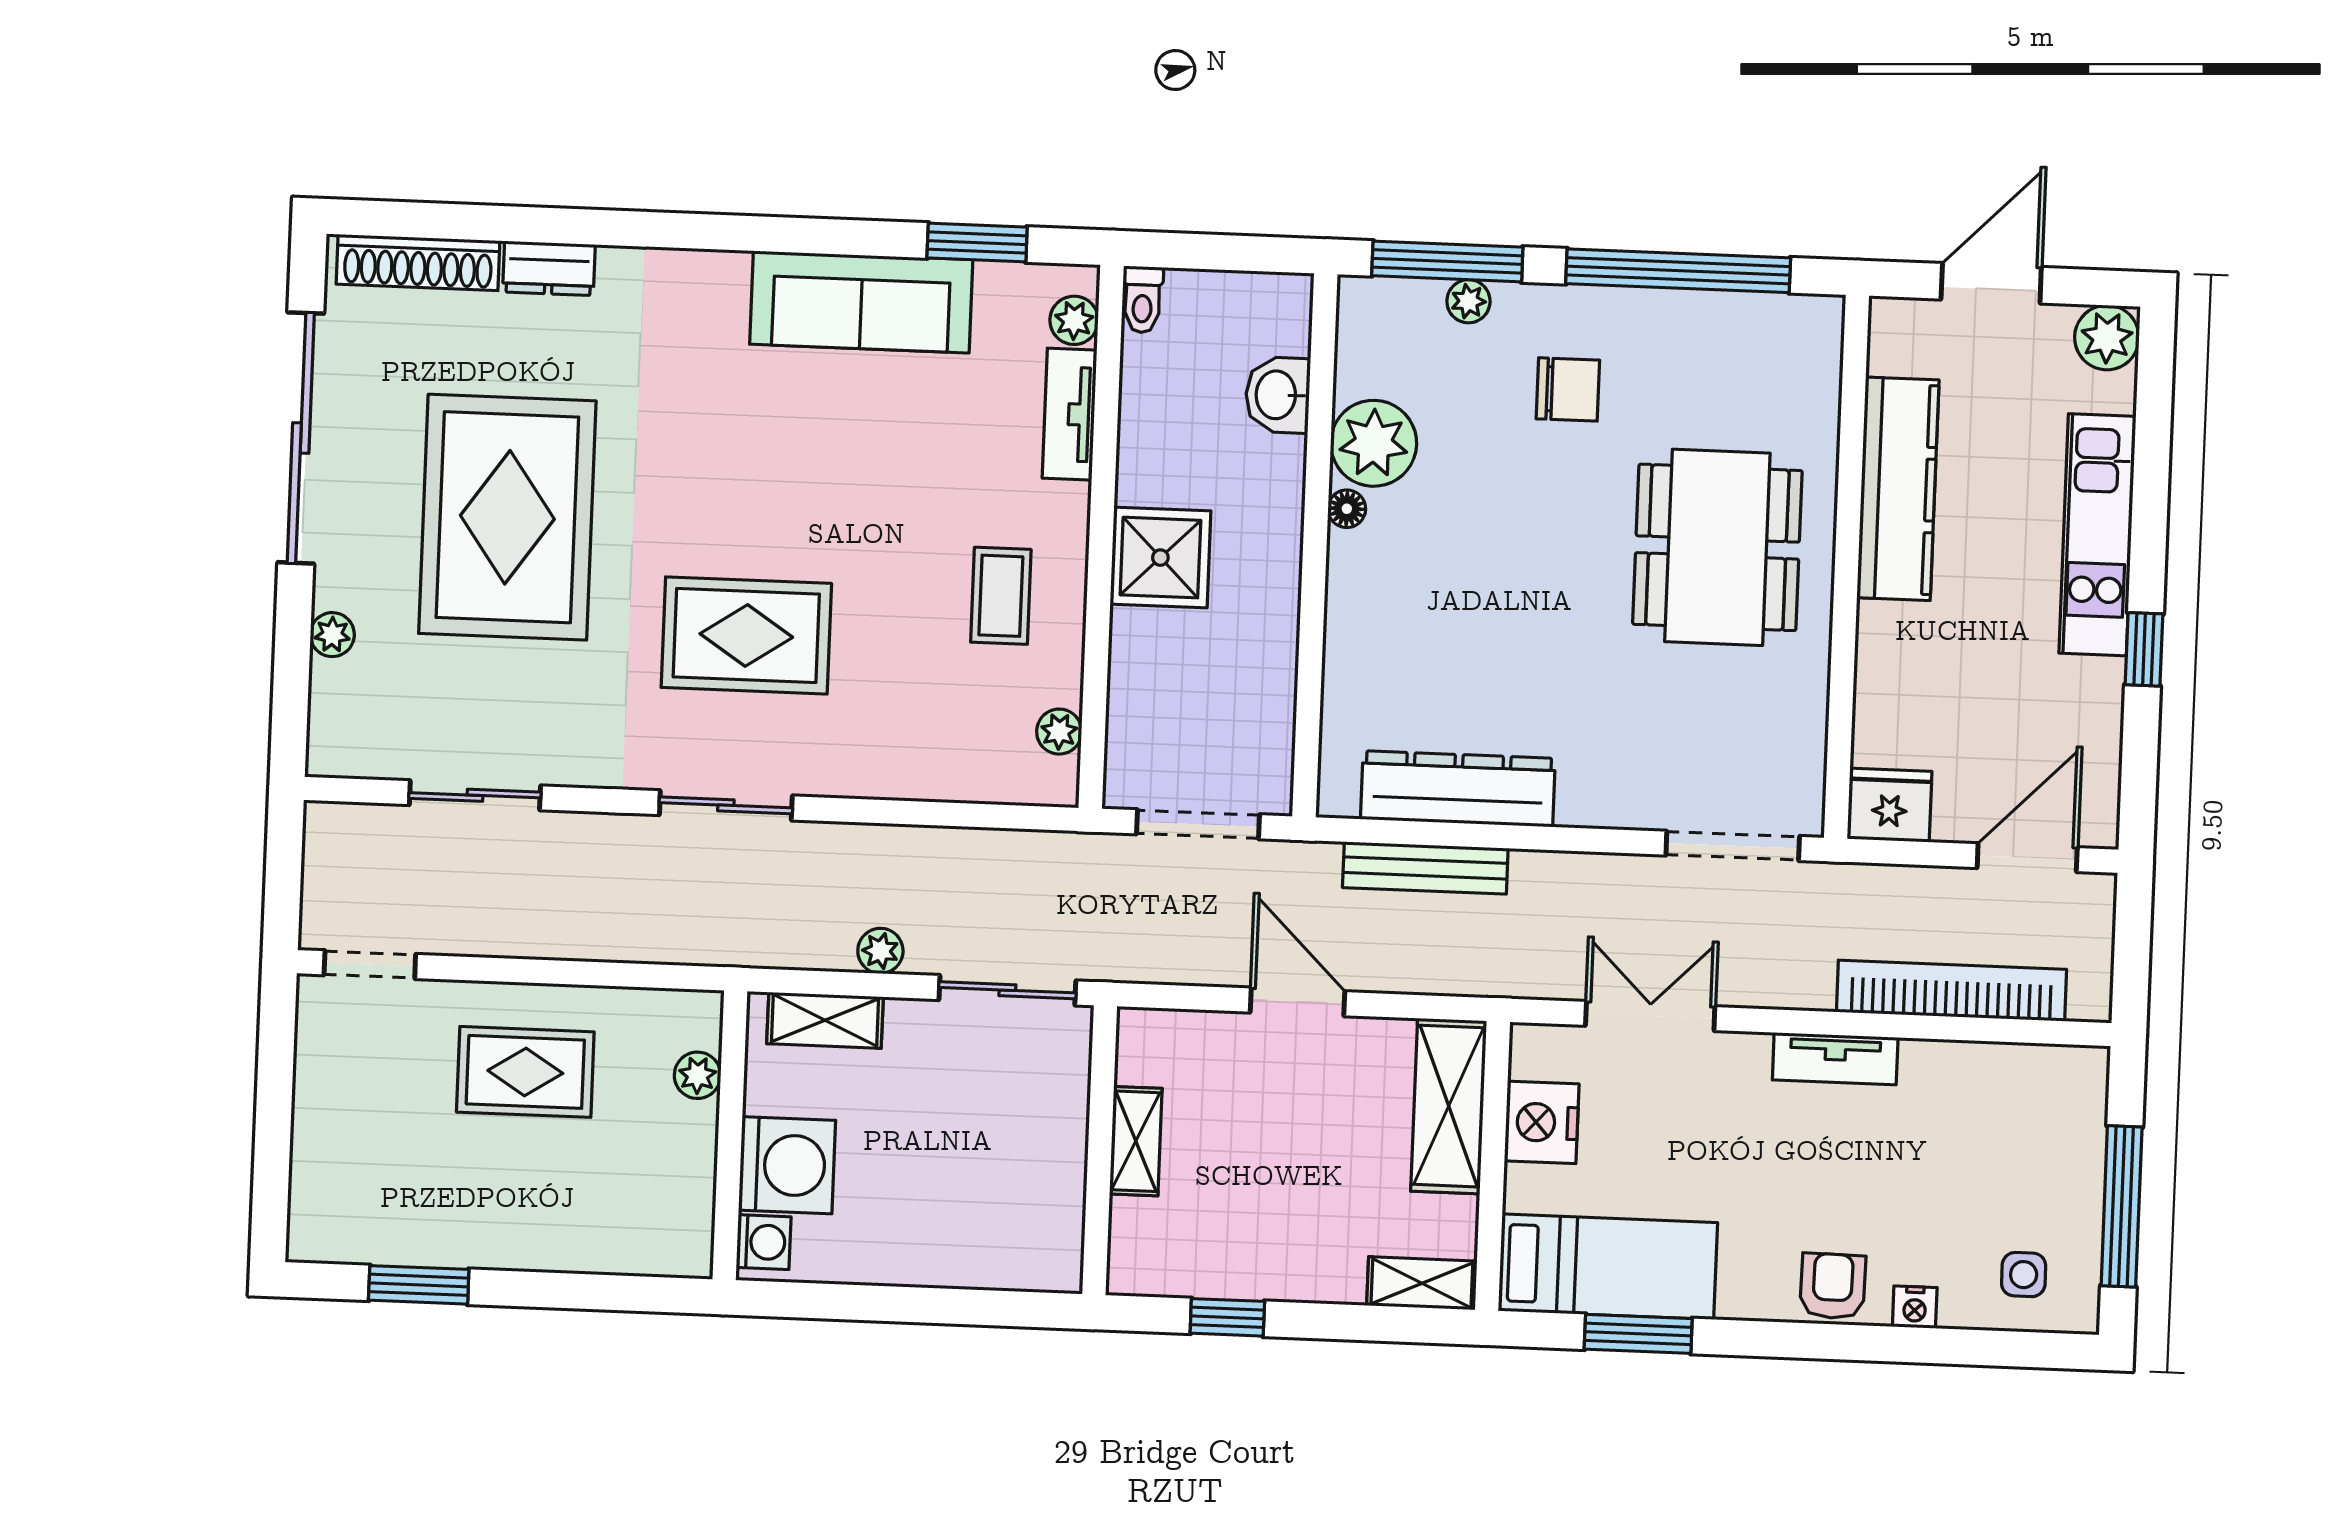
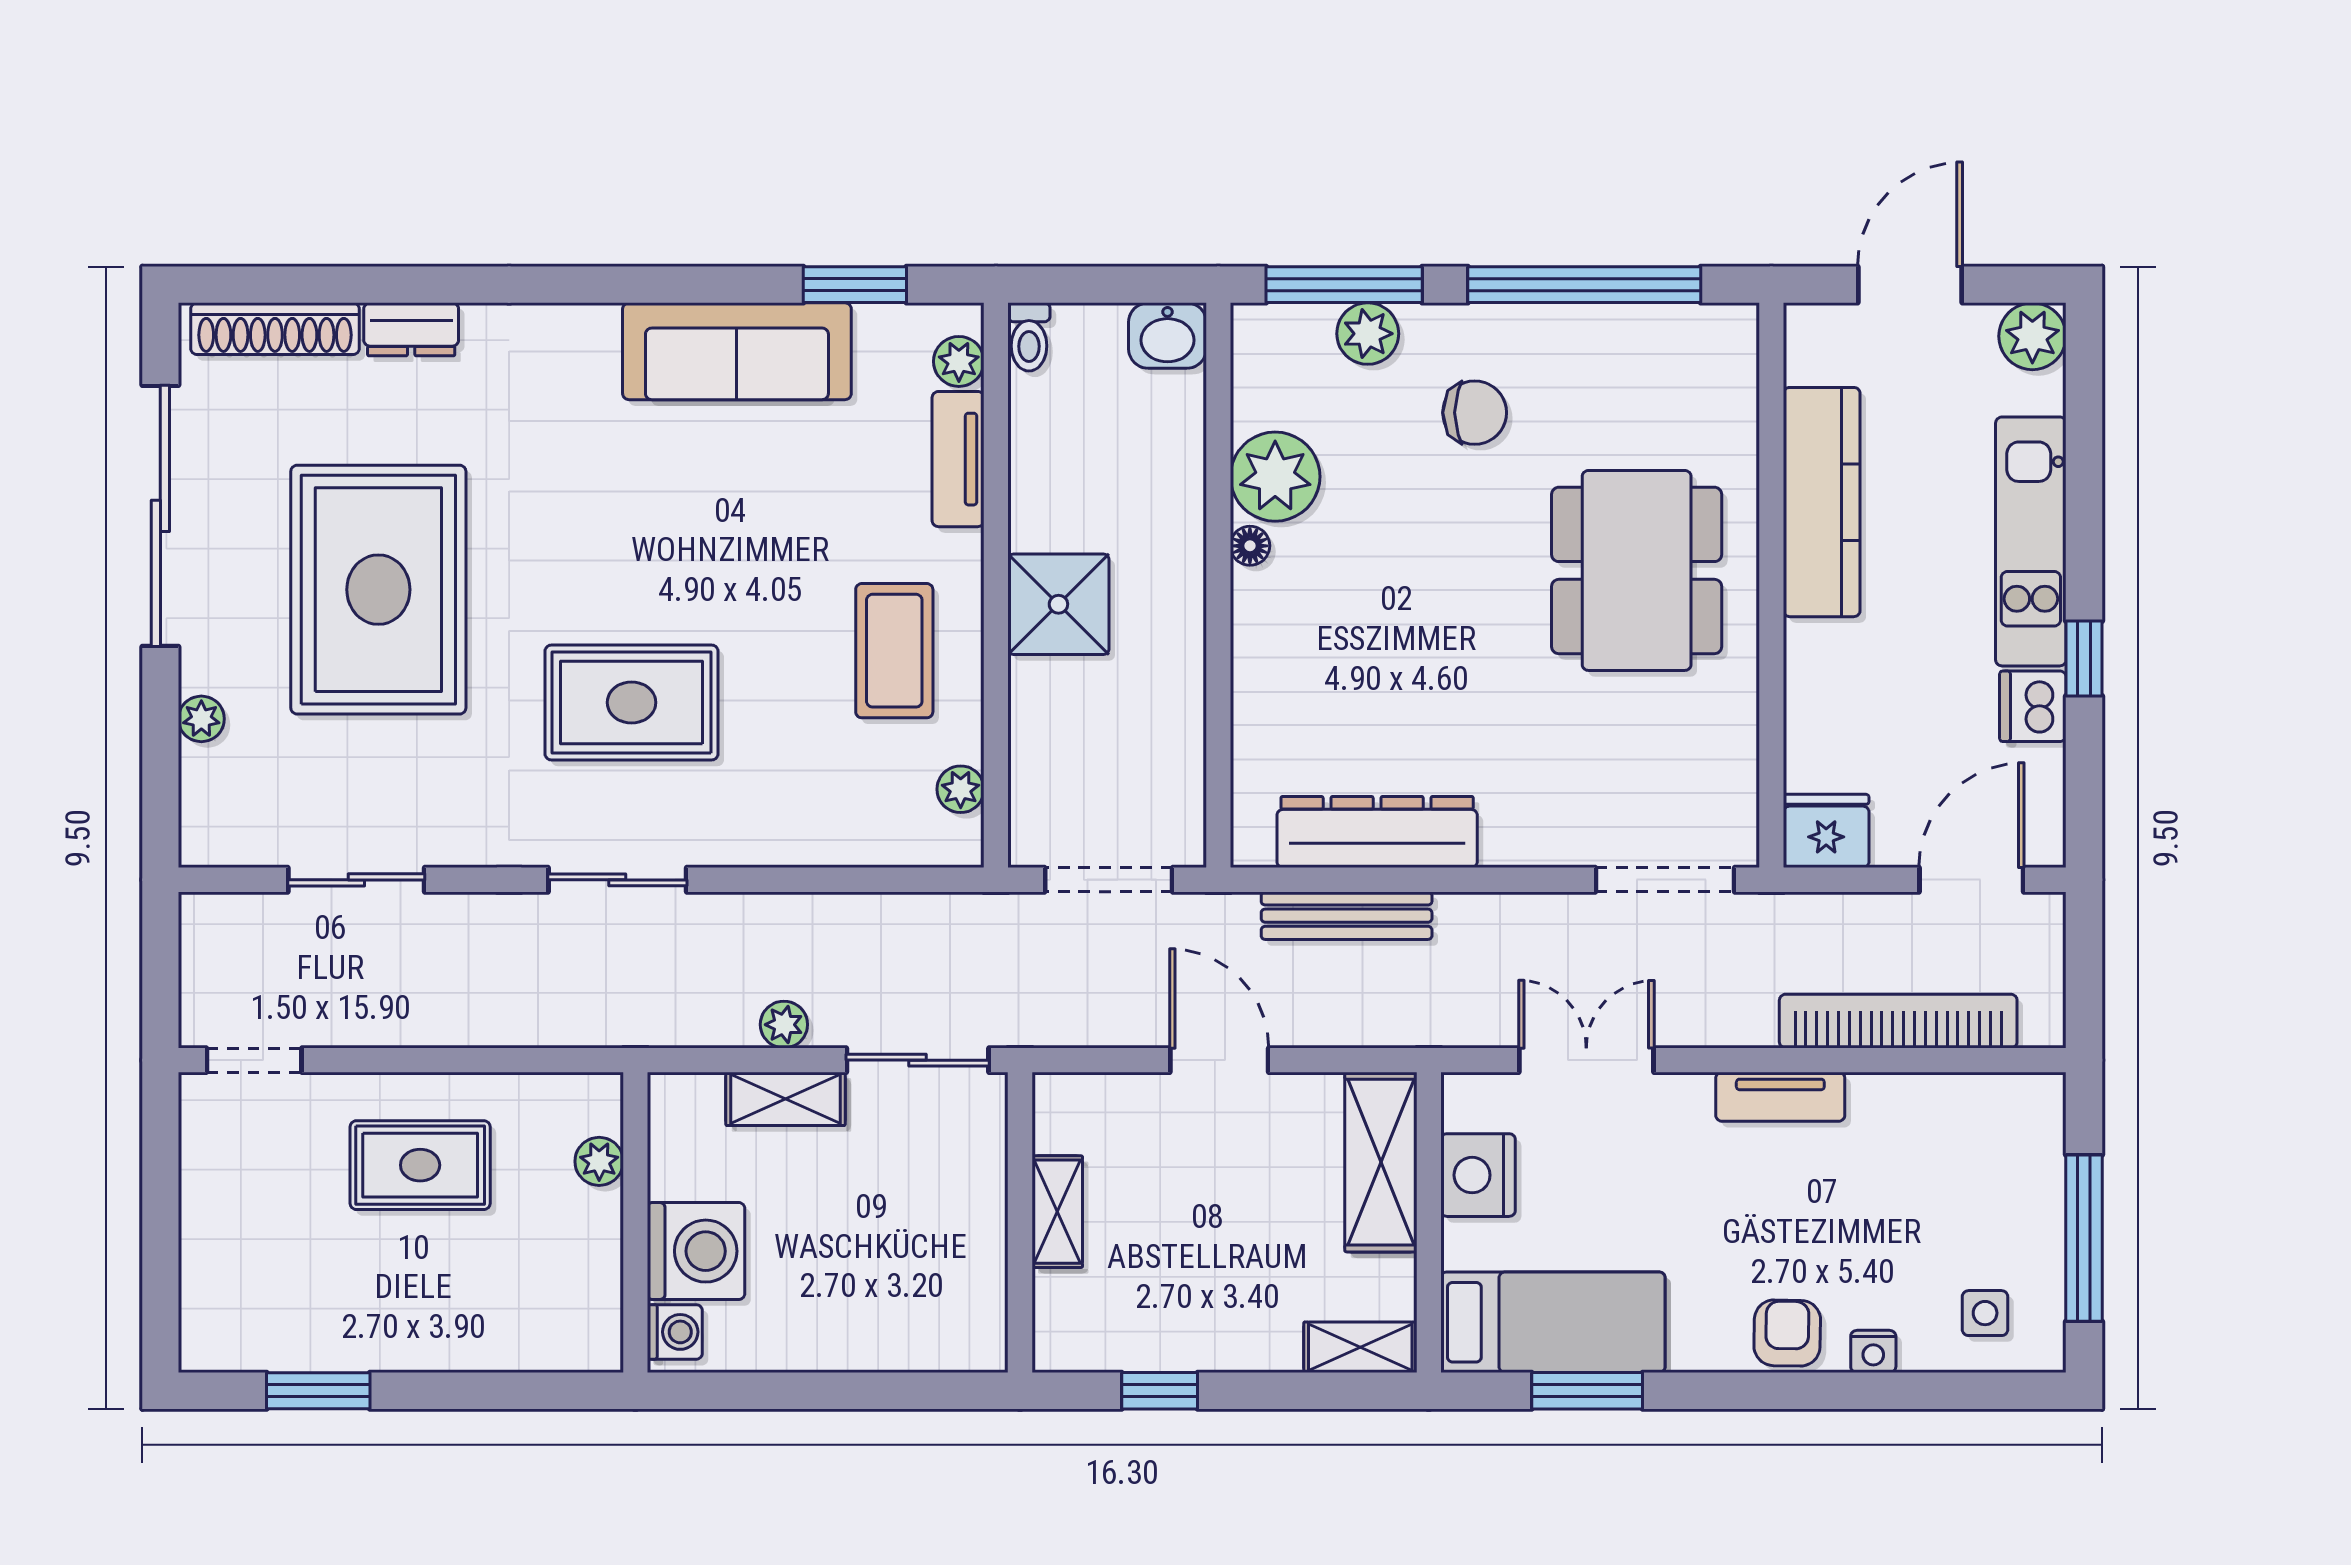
plant: (1468, 301) -> (1368, 334), width x1.38, depth x1.38
washbasin: (1278, 395) -> (1167, 336), moved, turned -90
coffee table: (1001, 596) -> (894, 651), width x1.36, depth x1.30
dishwasher: (2093, 693) -> (2033, 706), added
shelving: (825, 1020) -> (785, 1099), moved

